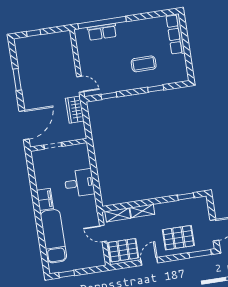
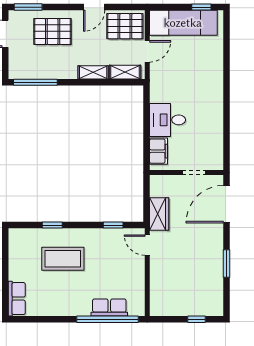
row of seats: (175, 34) -> (17, 299), width x0.68
coffee table: (144, 64) -> (63, 259), width x1.36, depth x1.32
window: (186, 196) -> (35, 82), width x2.17
filing cabinet: (45, 199) -> (159, 151), moved, turned 180
door: (103, 233) -> (147, 51), hinge flipped
exam couch: (53, 236) -> (183, 23), moved, turned -90

